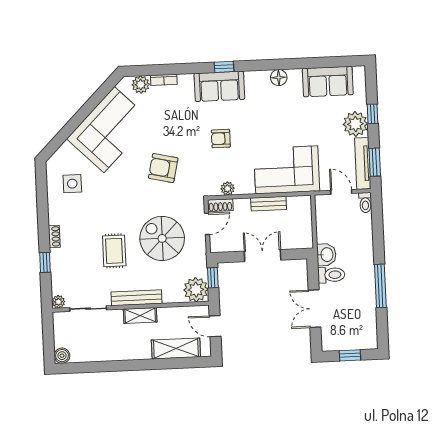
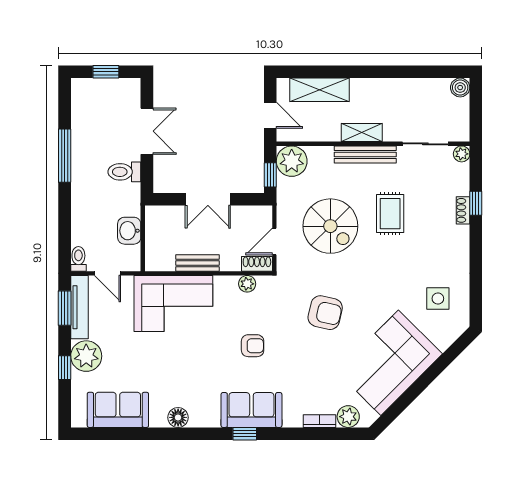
shoe rack: (54, 236) -> (463, 210), moved
washbasin: (326, 255) -> (129, 231), moved

